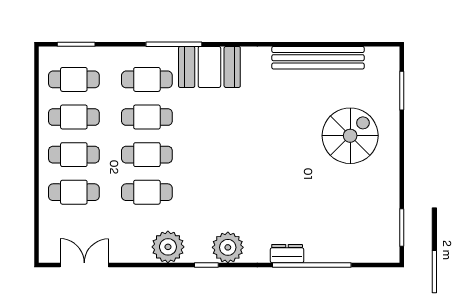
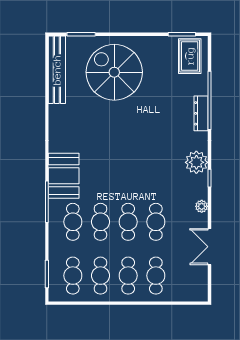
bench: (318, 58) -> (57, 70), moved
spiral stairs: (350, 136) -> (114, 72), width x1.37, depth x1.37
rug: (372, 238) -> (190, 56), added
plant: (168, 247) -> (202, 206), width x0.53, depth x0.53
dresser: (287, 254) -> (201, 113), width x1.44
double door: (84, 265) -> (209, 247), moved

